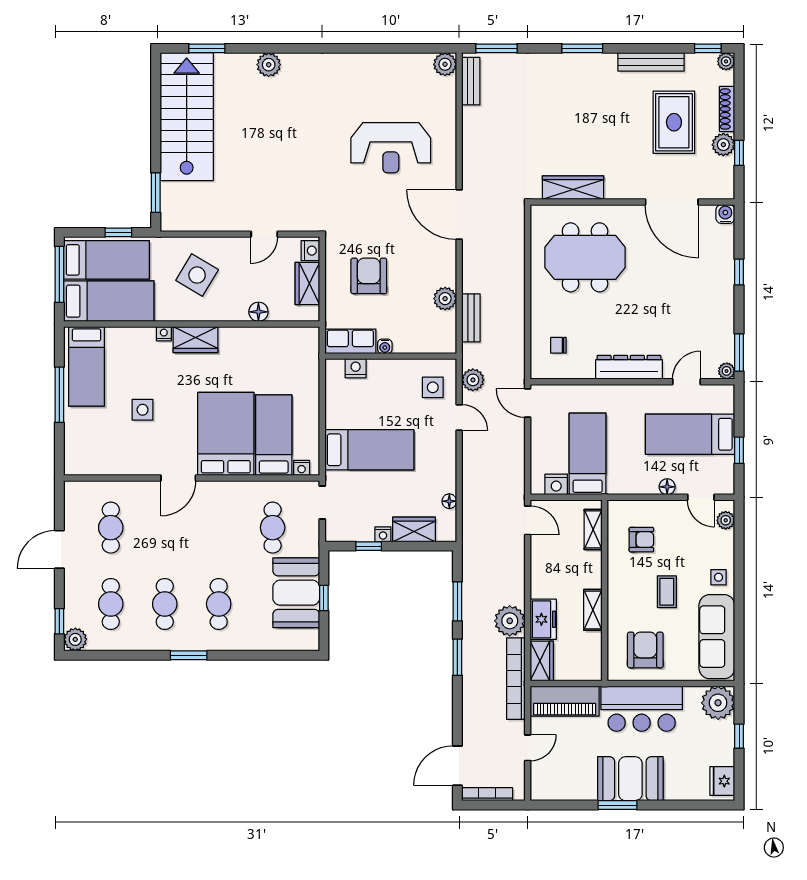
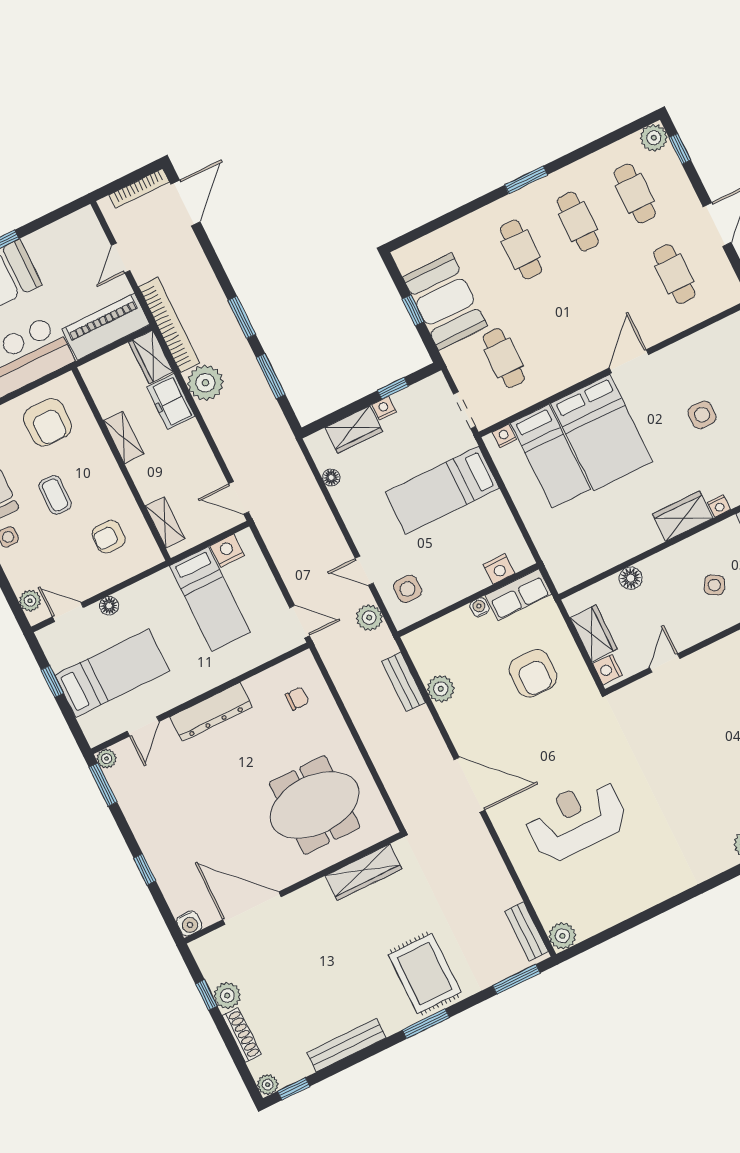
rug: (674, 122) -> (425, 974), moved
side table: (197, 275) -> (714, 585), width x0.54, depth x0.54

